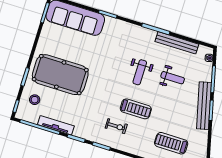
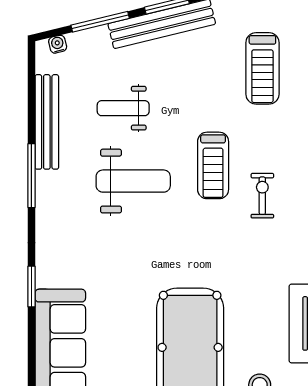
weight bench: (140, 72) -> (133, 181), width x1.36, depth x1.33
weight bench: (173, 78) -> (123, 108), turned -90
treadmill: (136, 109) -> (213, 165), turned 180

